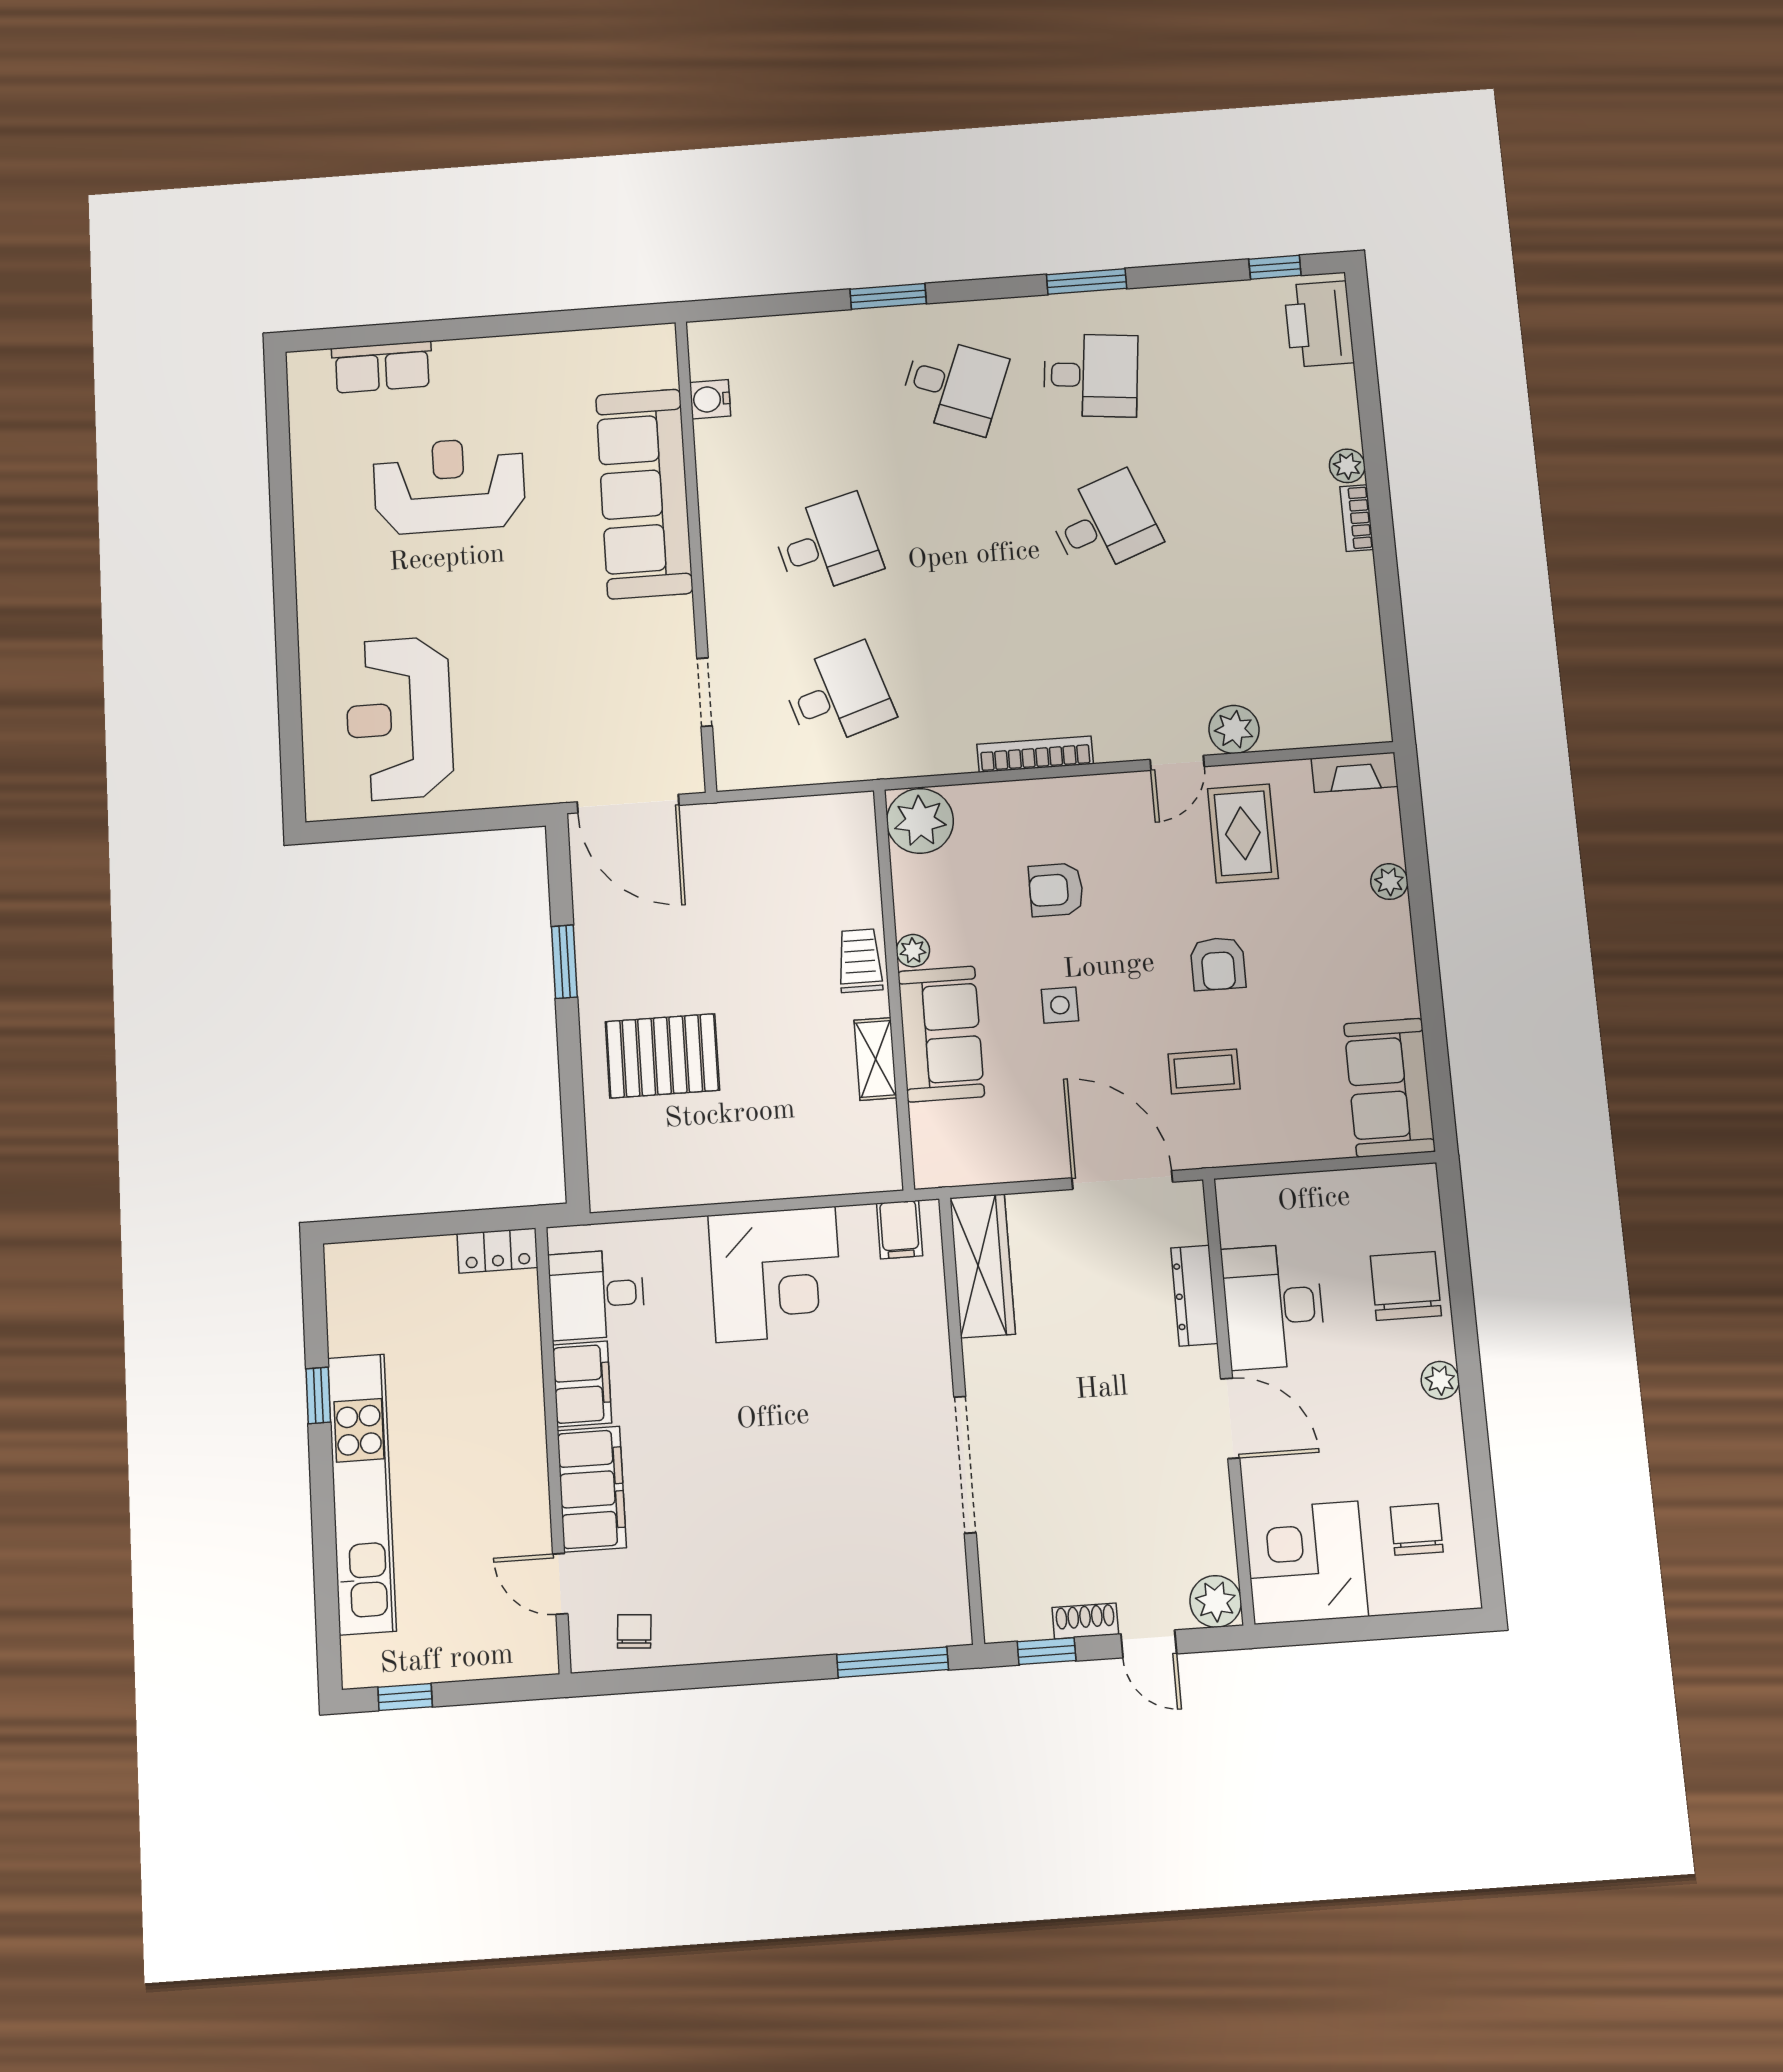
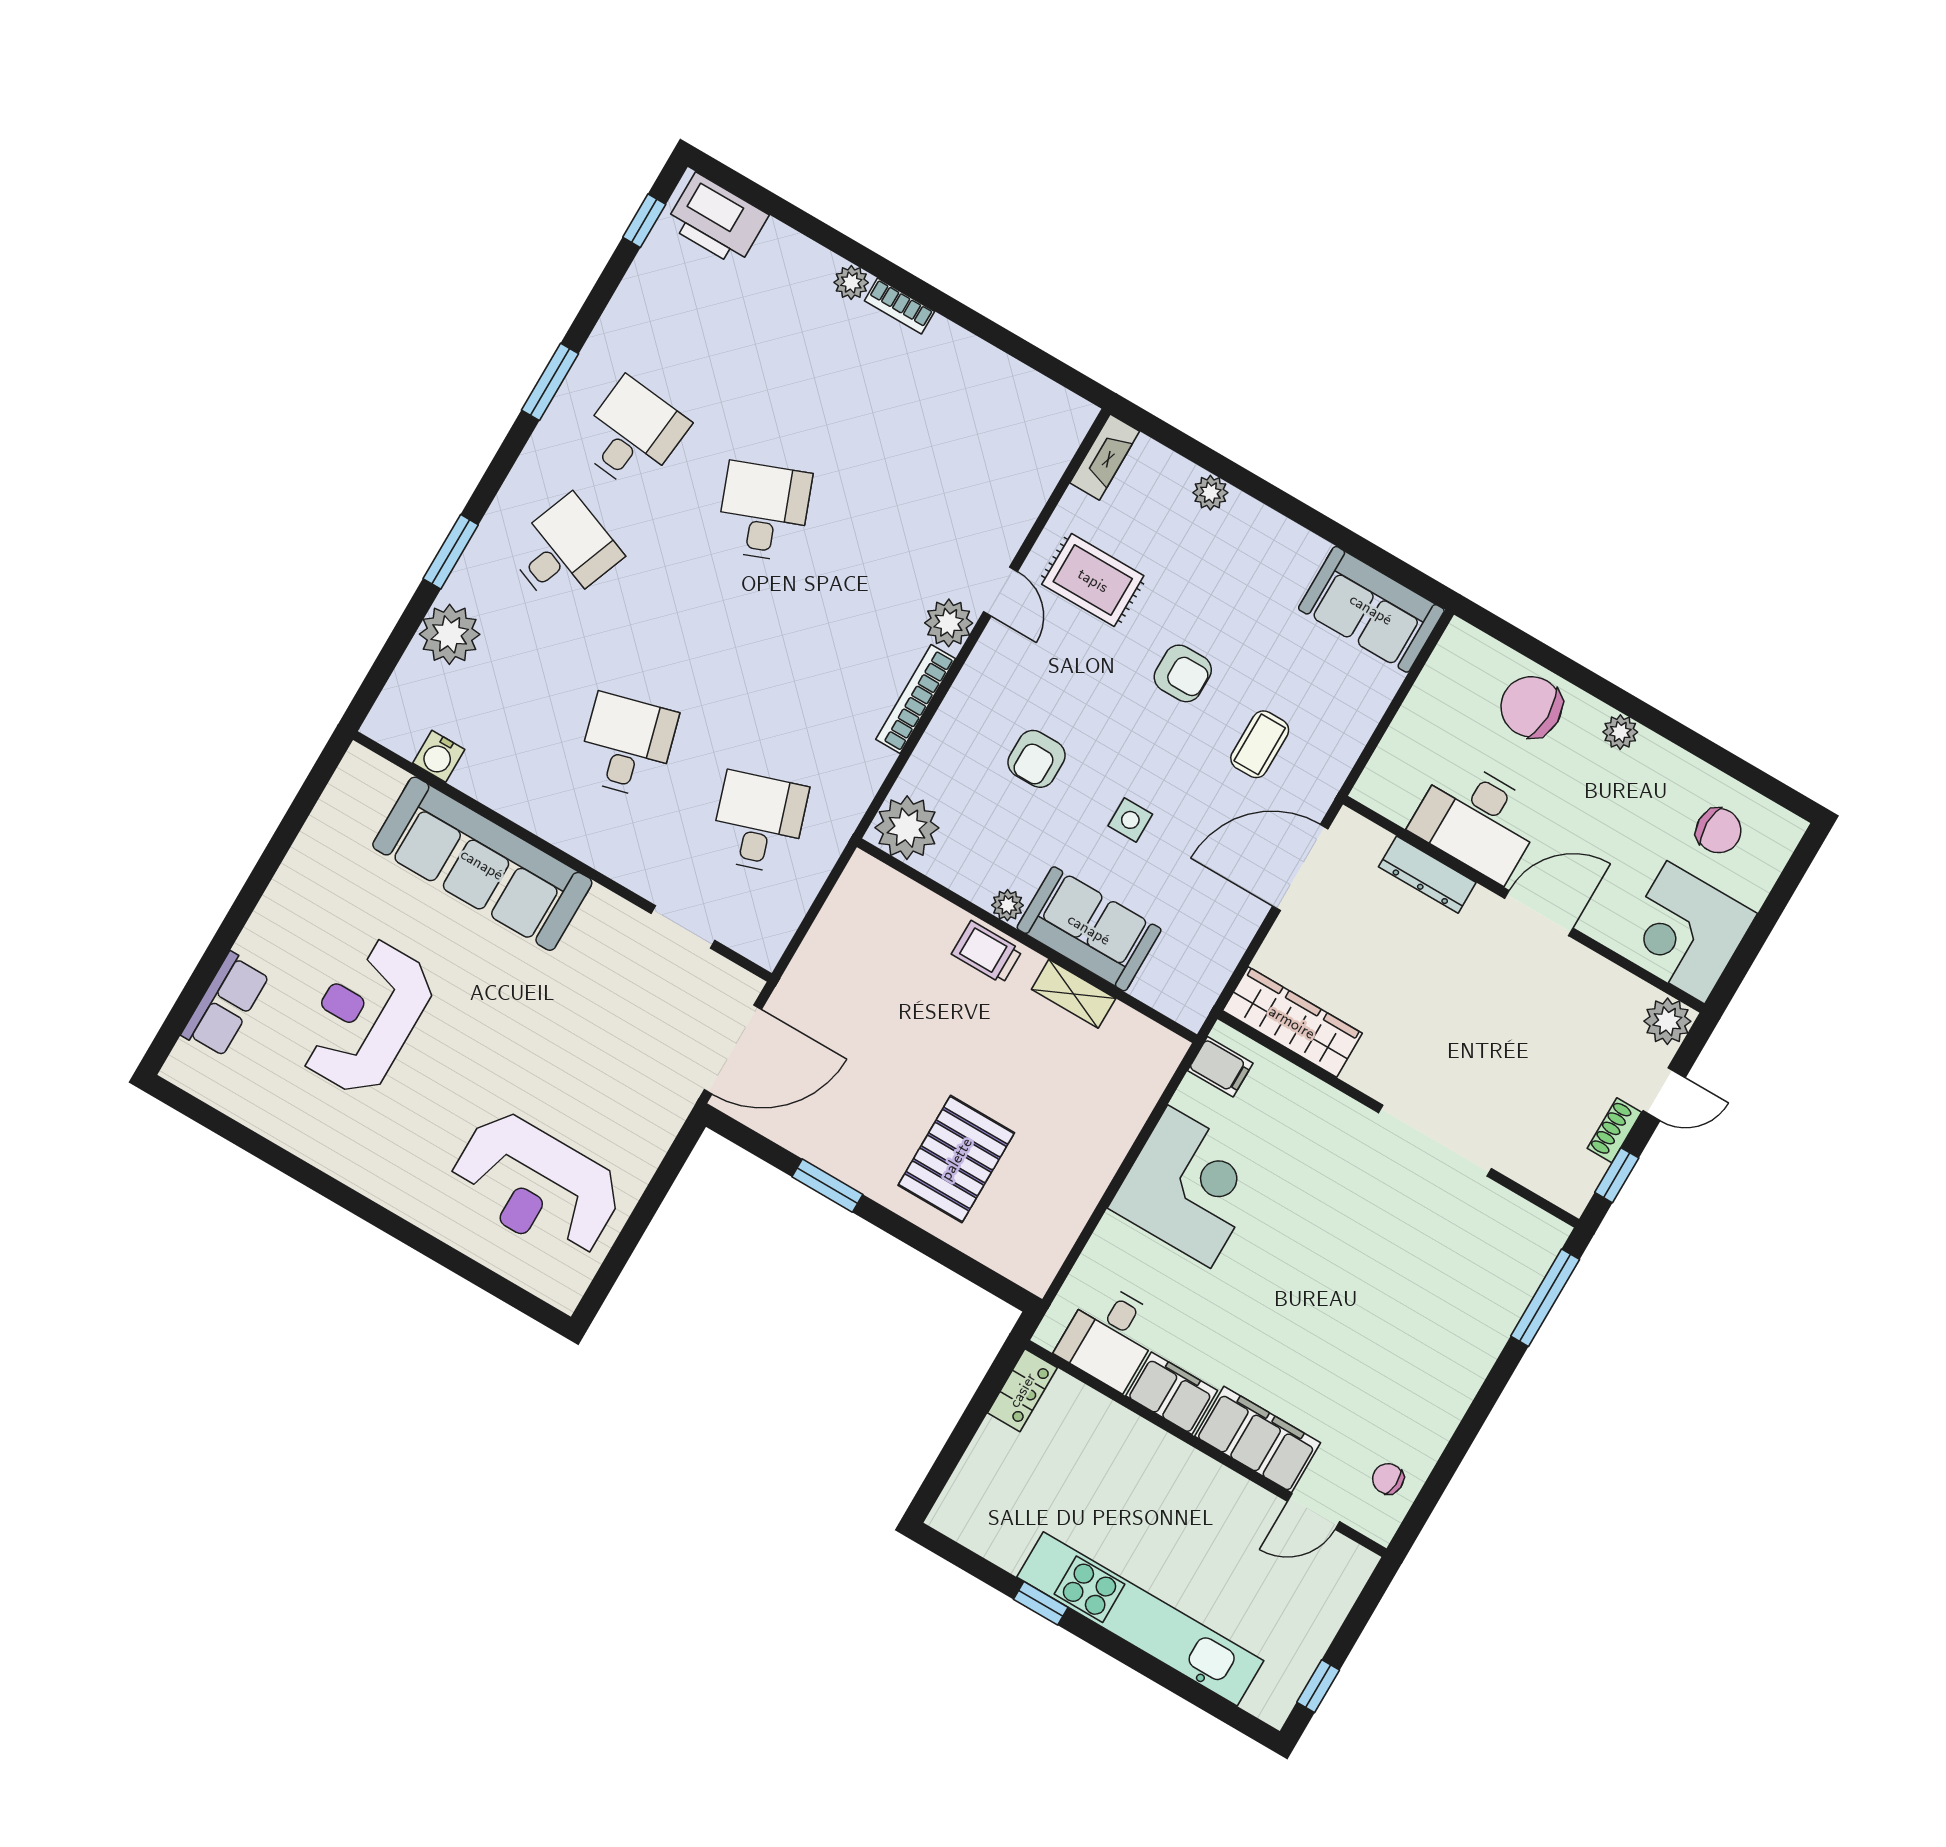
plant: (819, 341) -> (450, 634), added
plant: (1234, 729) -> (949, 623), moved
chair: (1417, 1529) -> (1719, 831), turned 180

